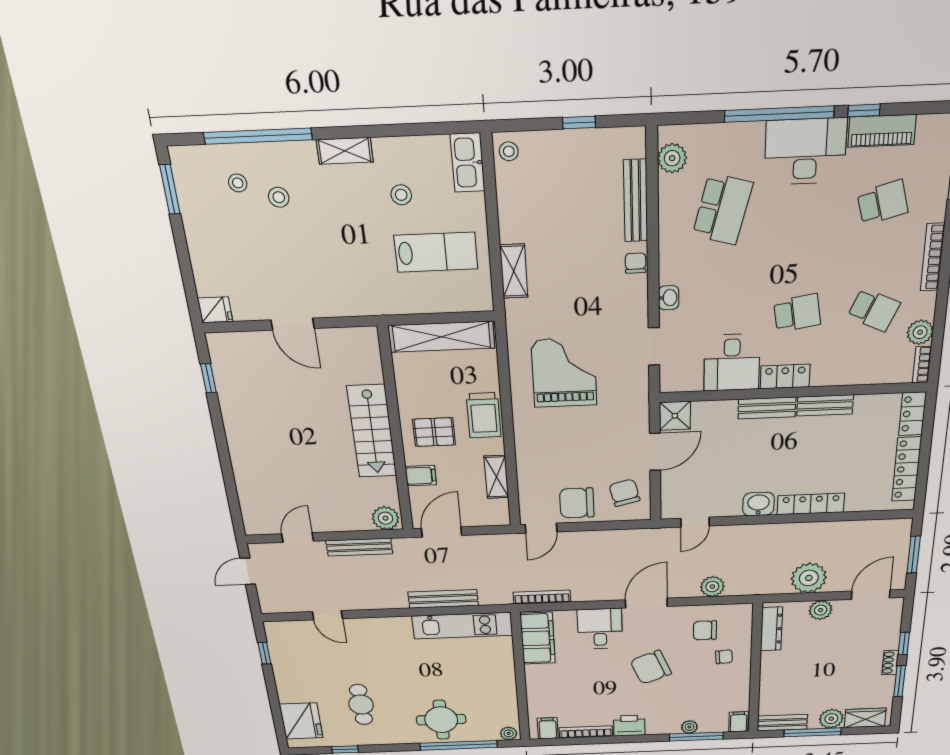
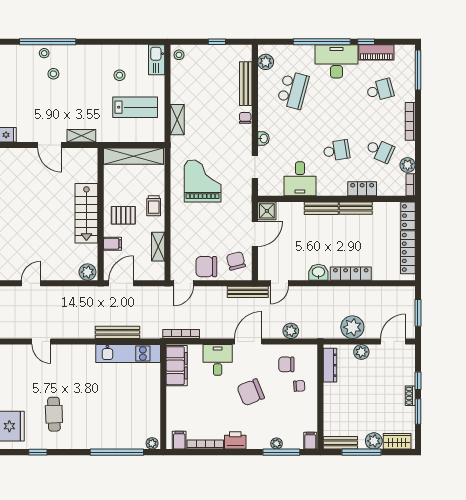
shelving: (345, 151) -> (81, 136), moved
stool: (238, 183) -> (44, 53), moved
locker: (785, 377) -> (362, 189), moved
trolley: (484, 415) -> (154, 206), width x0.73, depth x0.72
bench: (359, 547) -> (248, 292), moved
round table: (441, 720) -> (107, 429), removed

